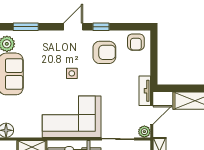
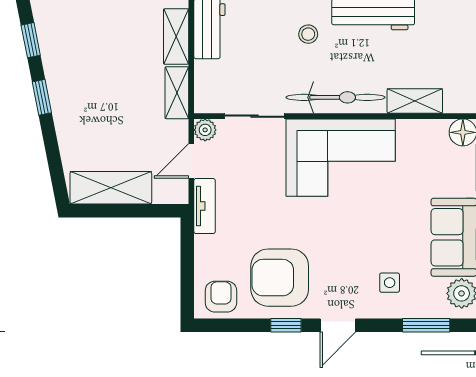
armchair: (104, 52) -> (280, 278), width x1.36, depth x1.36
side table: (72, 73) -> (390, 283), moved

